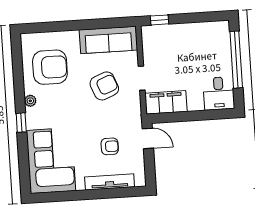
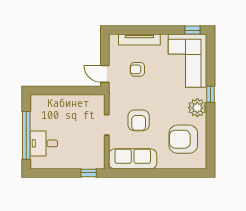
armchair: (104, 86) -> (139, 120), turned -68
desk: (219, 93) -> (44, 143), moved, turned -90
plant: (30, 101) -> (197, 108), width x1.88, depth x1.88
filing cabinet: (166, 102) -> (88, 103), removed
window: (47, 197) -> (193, 30), added

